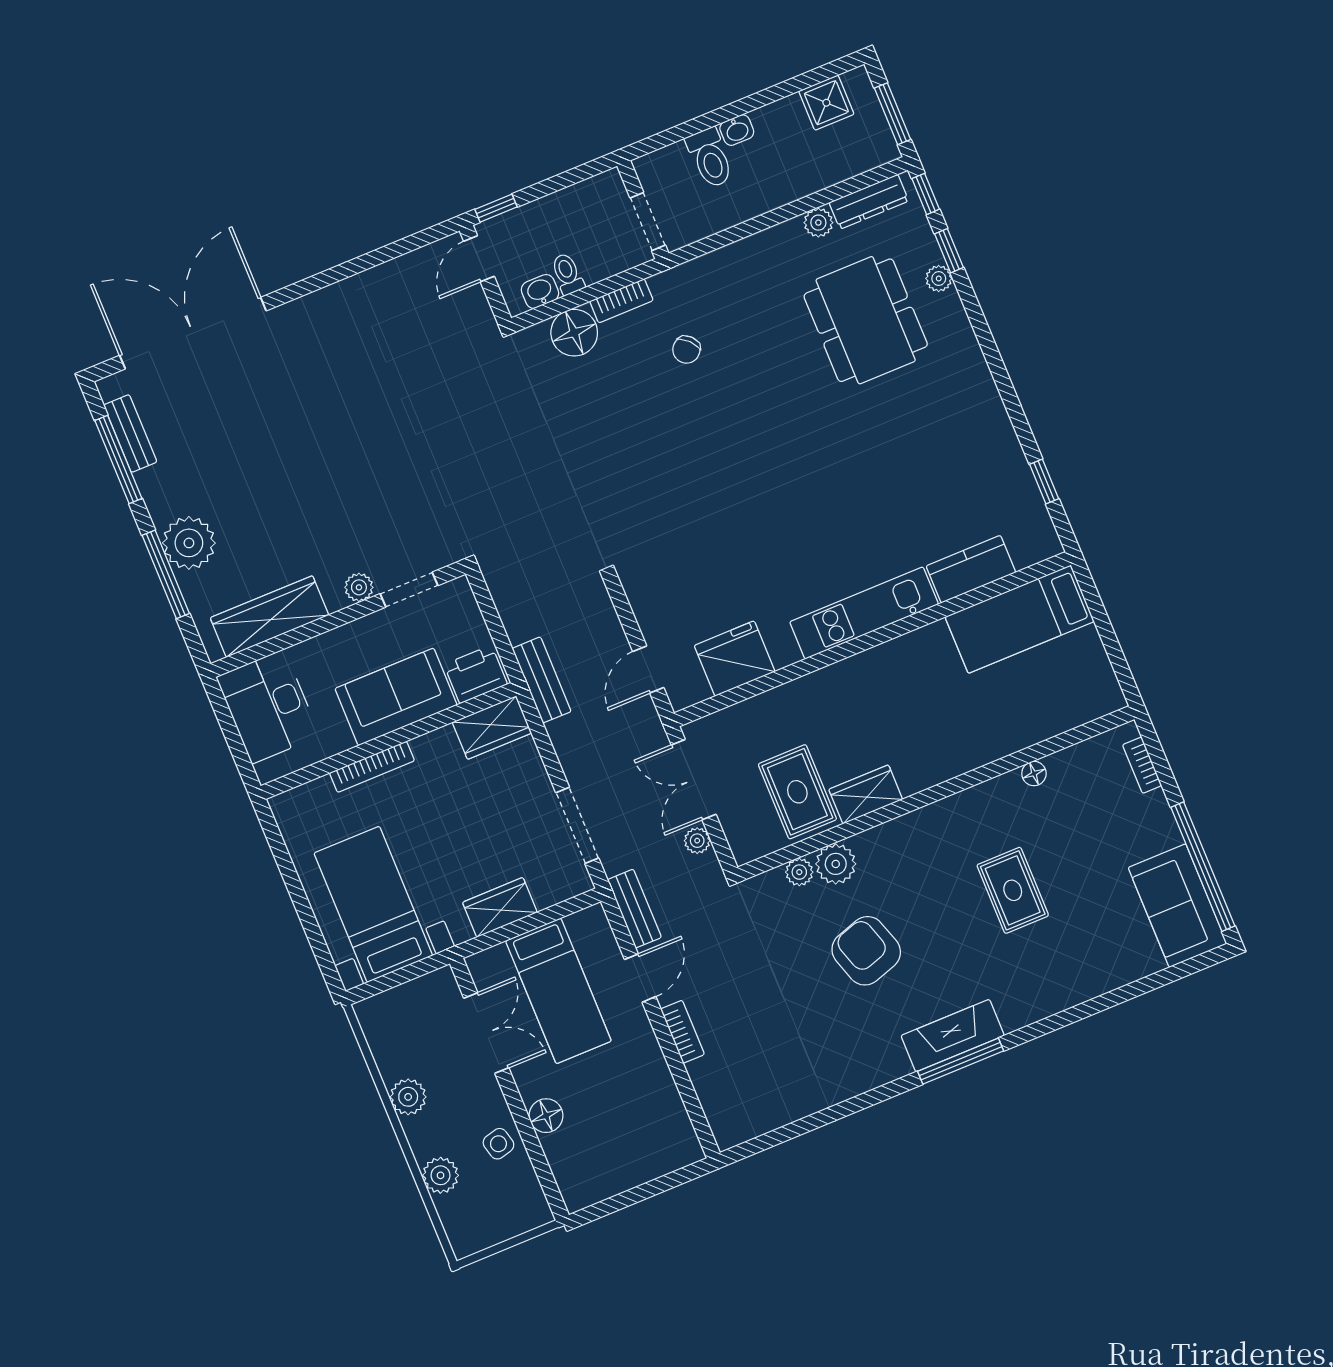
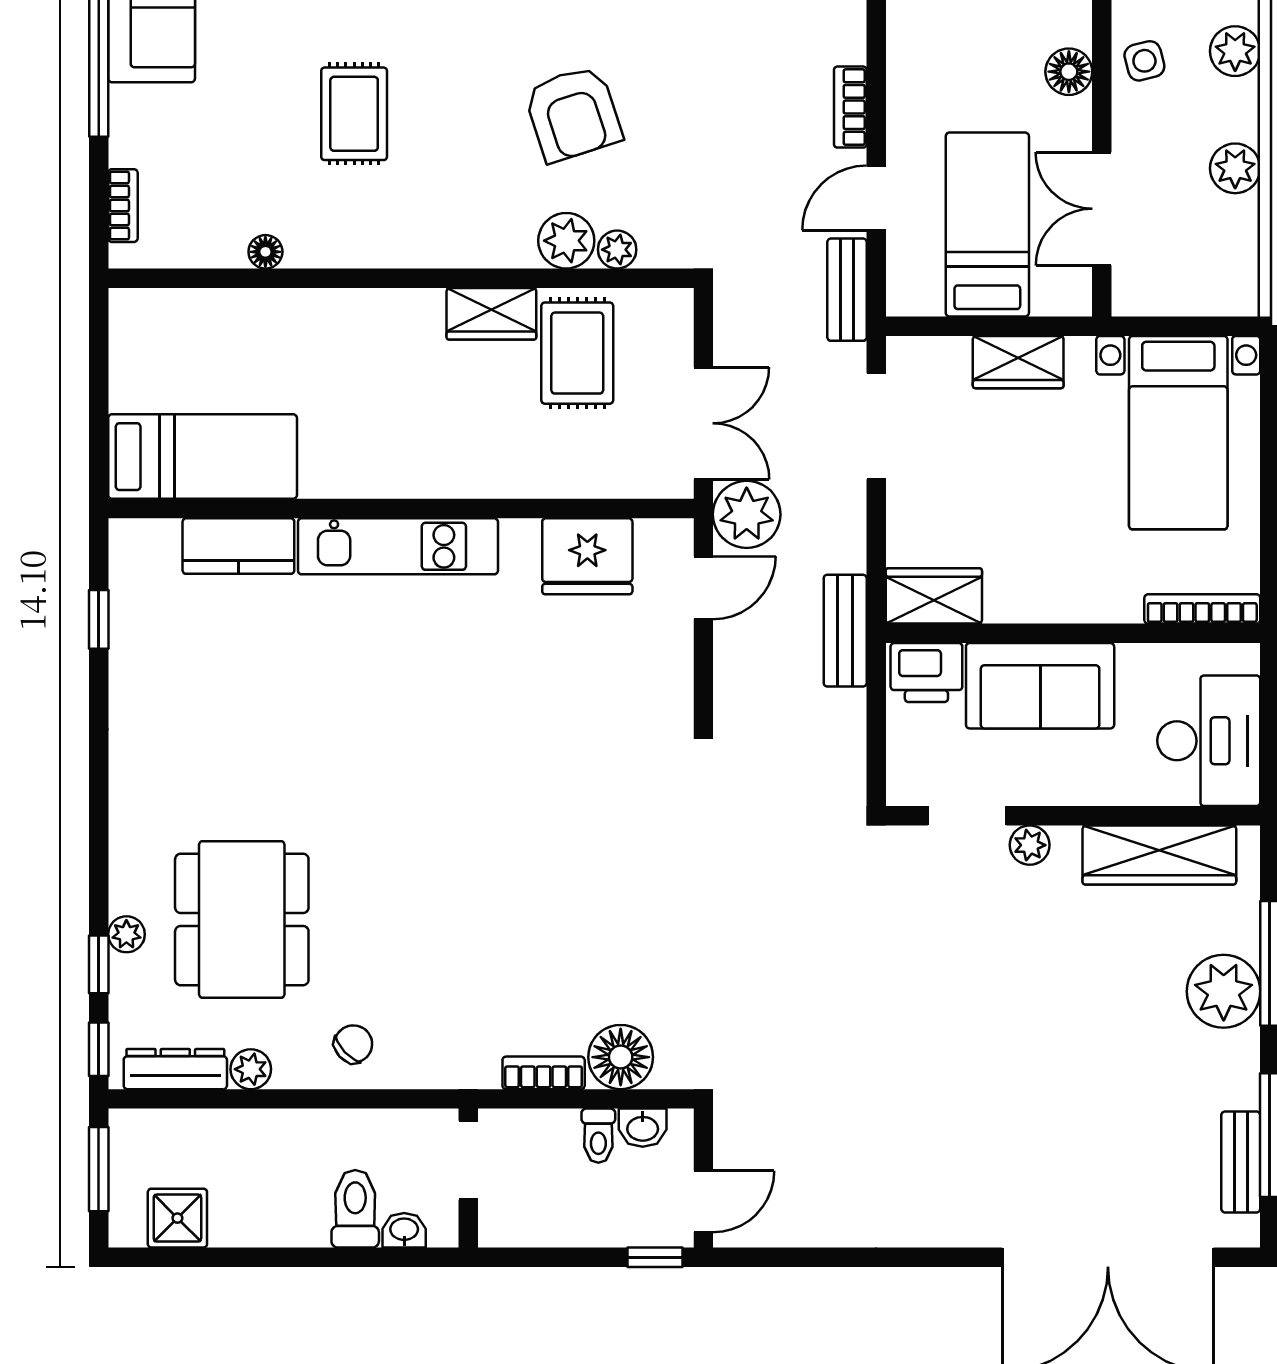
washbasin: (737, 130) -> (404, 1230), moved
chair: (686, 350) -> (353, 1044), moved
bookcase: (372, 767) -> (1202, 609), moved
plant: (697, 841) -> (747, 514), moved, width x1.87, depth x1.87

